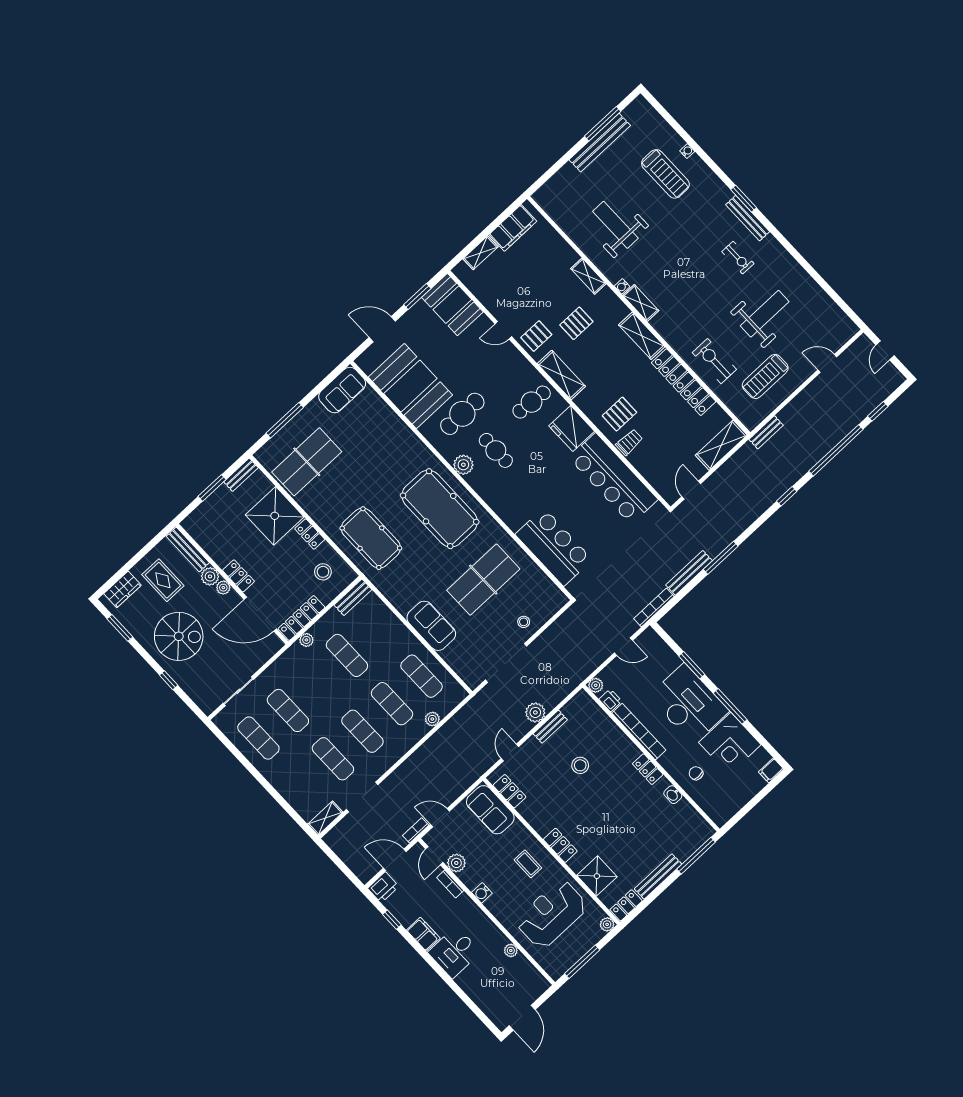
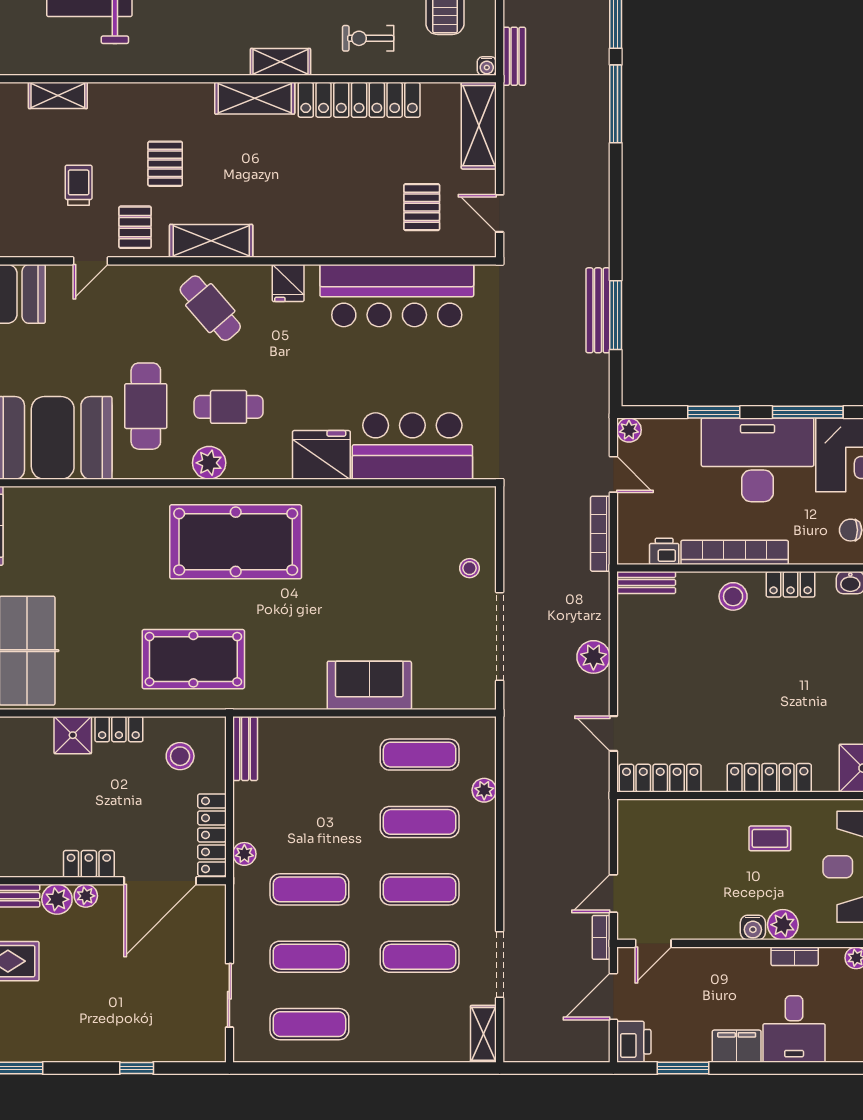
shelving: (588, 276) -> (58, 95), moved
water cooler: (622, 286) -> (487, 66), moved
shelving: (641, 303) -> (280, 62), moved
exercise bike: (714, 361) -> (368, 38), width x0.73, depth x0.72
cafe table: (532, 402) -> (210, 308), turned -46
pallet: (619, 414) -> (422, 207), moved
fridge: (572, 428) -> (288, 283), width x0.53, depth x0.75
trolley: (629, 442) -> (79, 185), moved
window: (787, 496) -> (616, 104), width x2.17
fridge: (513, 511) -> (321, 455), added
shower: (275, 516) -> (73, 735), width x0.54, depth x0.54
window: (721, 558) -> (616, 315), moved
table tennis table: (483, 580) -> (372, 569), removed
bookcase: (654, 607) -> (600, 534), moved
spiral stairs: (179, 636) -> (95, 1006), removed
door: (623, 647) -> (613, 474), hinge flipped
exercise mat: (347, 655) -> (309, 889), moved
plant: (596, 685) -> (629, 430), moved
bench: (550, 727) -> (646, 583), moved, turned 90
stool: (580, 765) -> (733, 596), moved
locker: (509, 791) -> (660, 778), width x1.53
sofa: (490, 810) -> (661, 823), removed
locker: (560, 845) -> (769, 778), width x1.53
door: (434, 856) -> (653, 943), hinge flipped
plant: (456, 863) -> (783, 925), moved
bookcase: (450, 884) -> (795, 956), moved
window: (392, 920) -> (683, 1068), width x1.50

